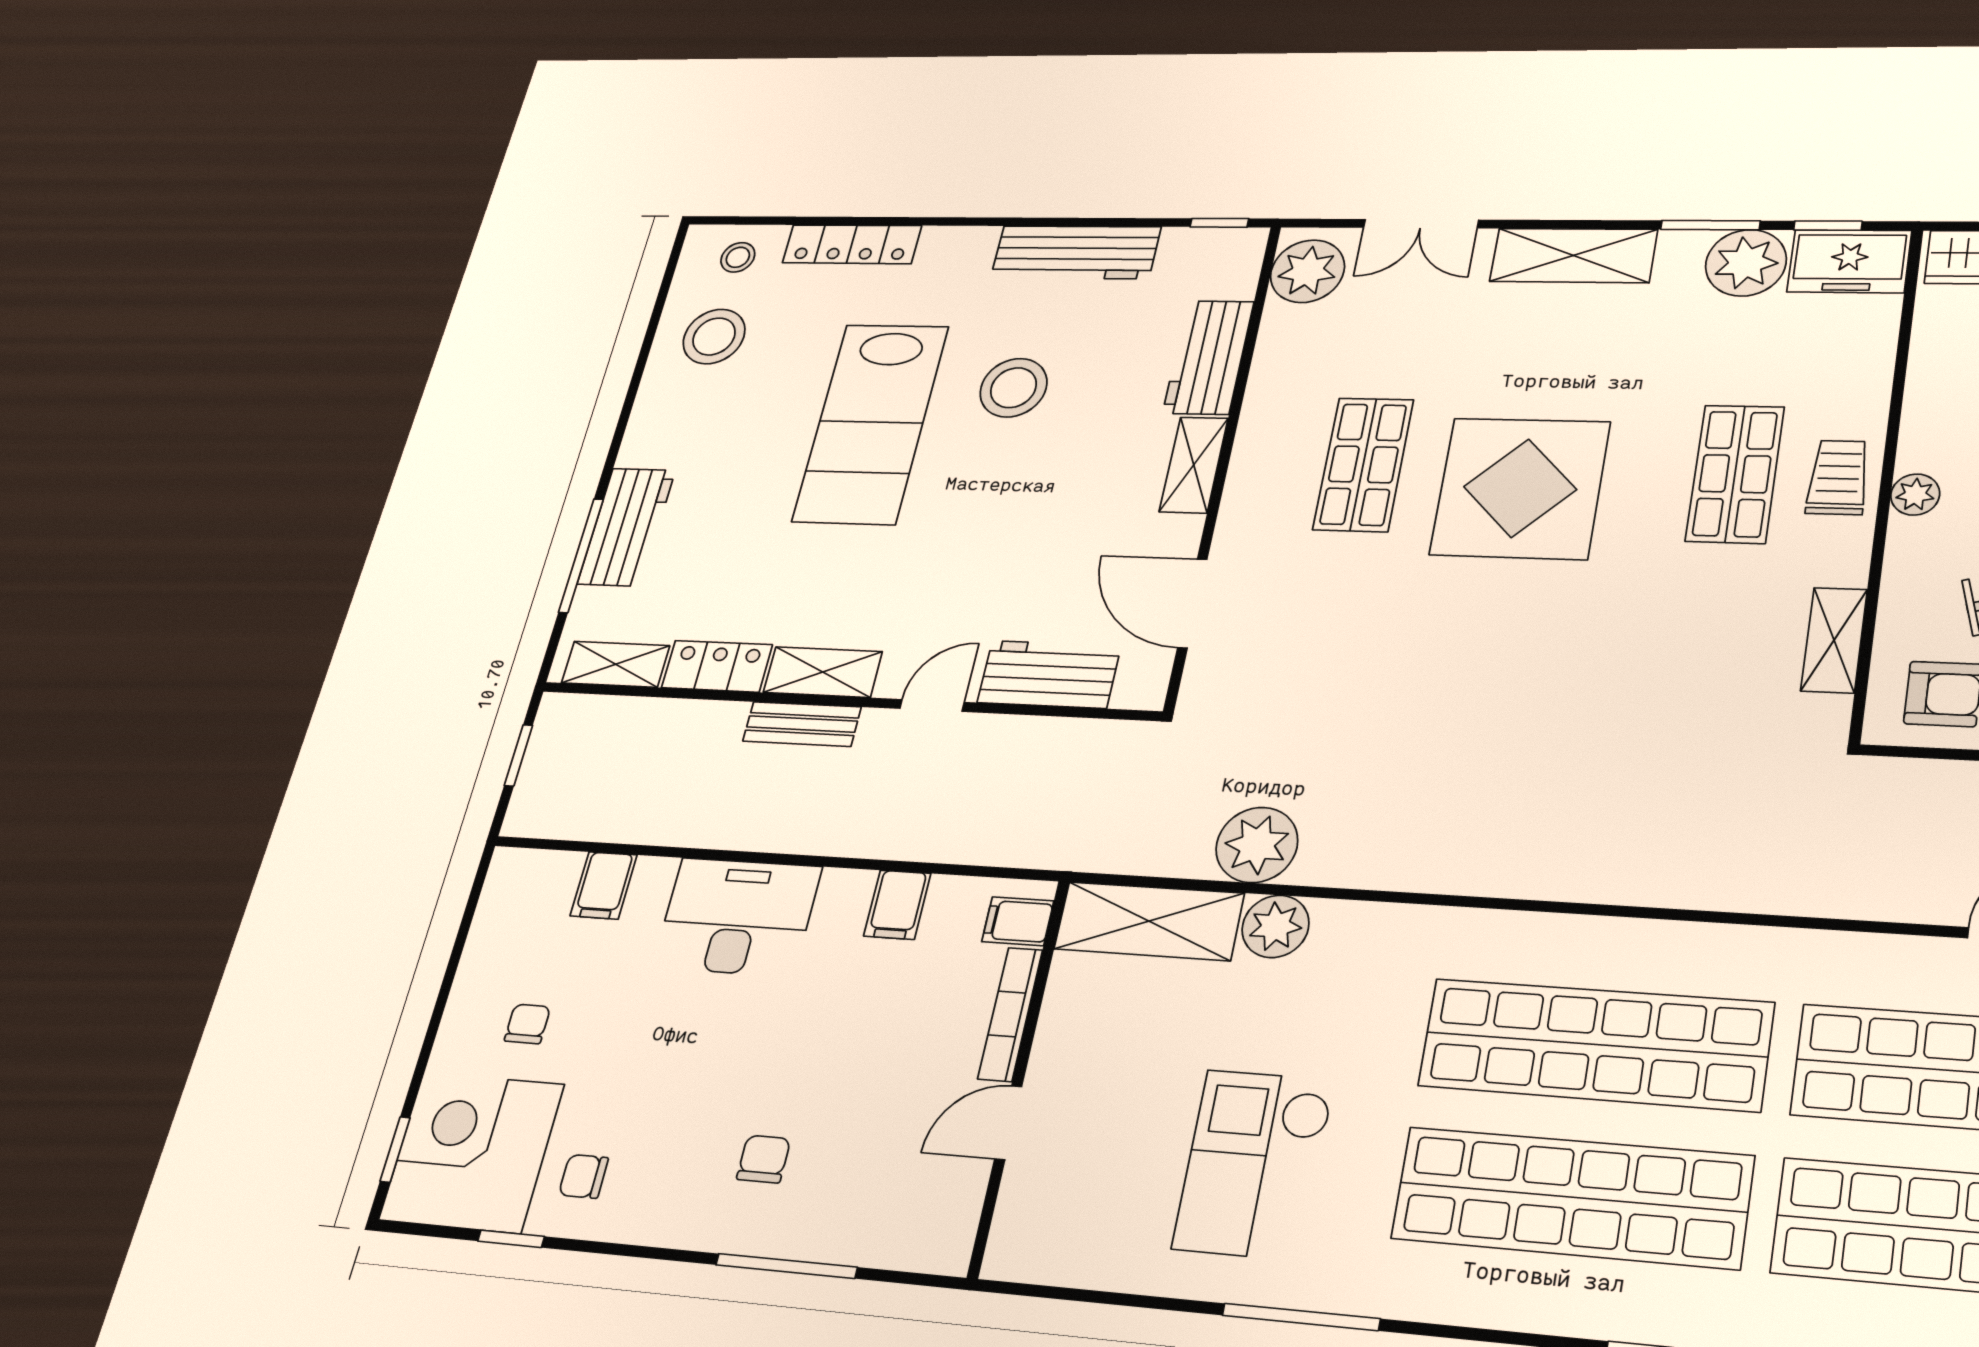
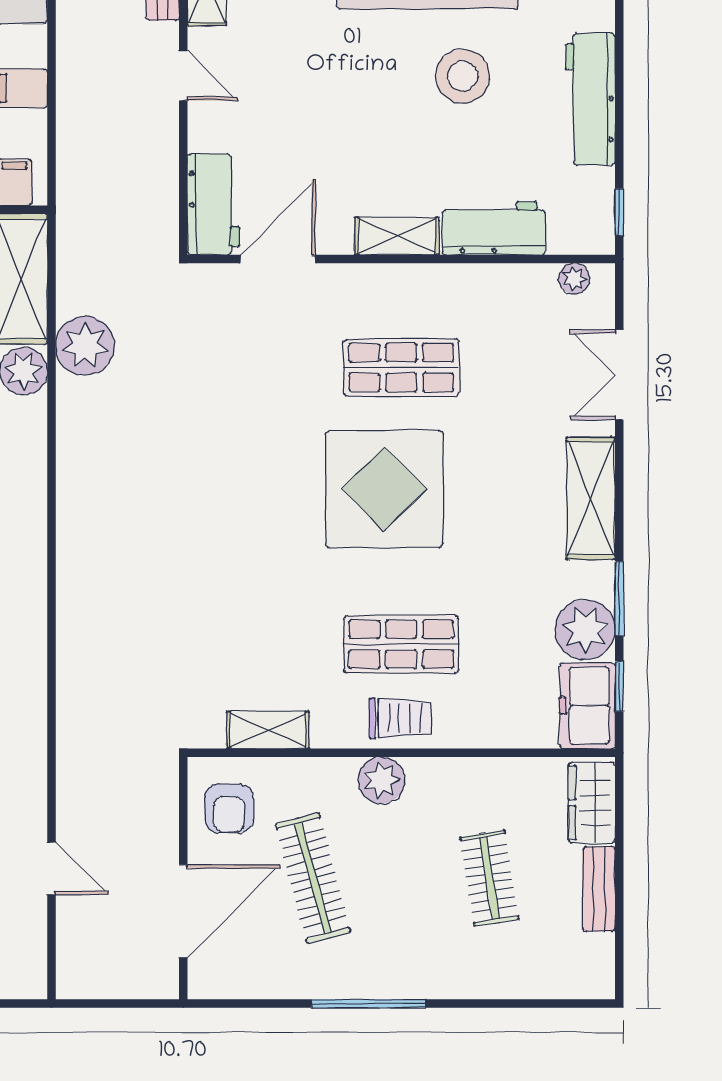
plant: (1307, 271) -> (574, 279), width x0.53, depth x0.53
plant: (1915, 495) -> (381, 780), width x1.38, depth x1.38
workbench: (1049, 674) -> (213, 204), moved

